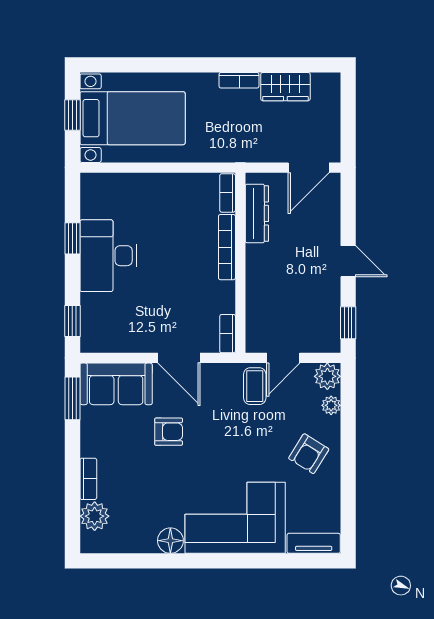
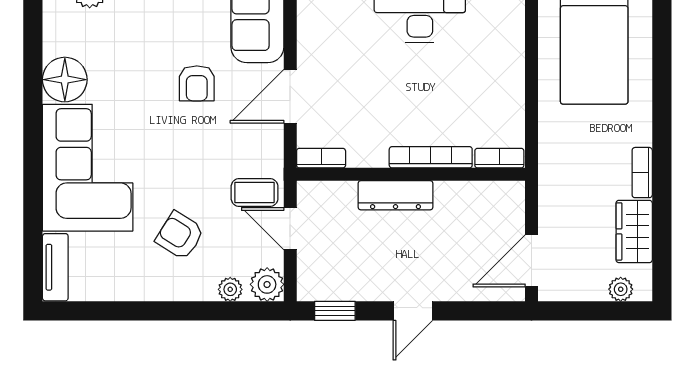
plant: (331, 97) -> (621, 289), added
door: (309, 168) -> (532, 261), hinge flipped
dresser: (257, 213) -> (395, 195), moved
armchair: (309, 454) -> (180, 235), moved
floor lamp: (170, 541) -> (65, 80), width x1.38, depth x1.38

